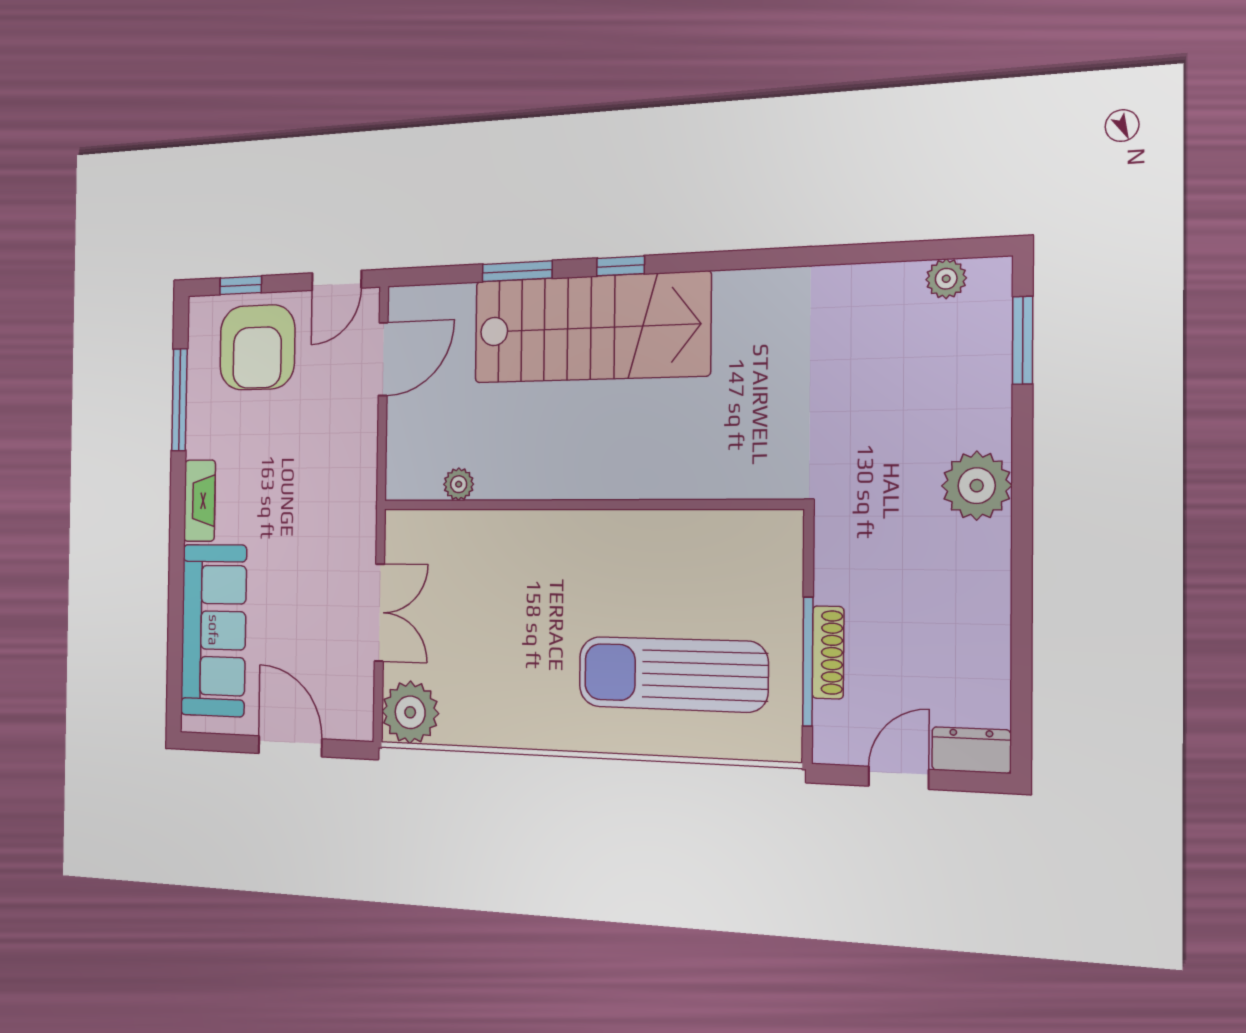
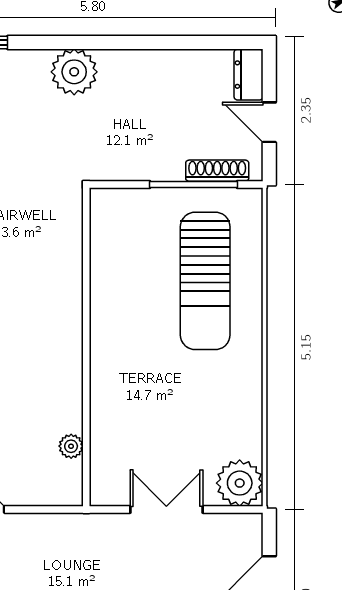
shoe rack: (828, 652) -> (217, 171), moved

